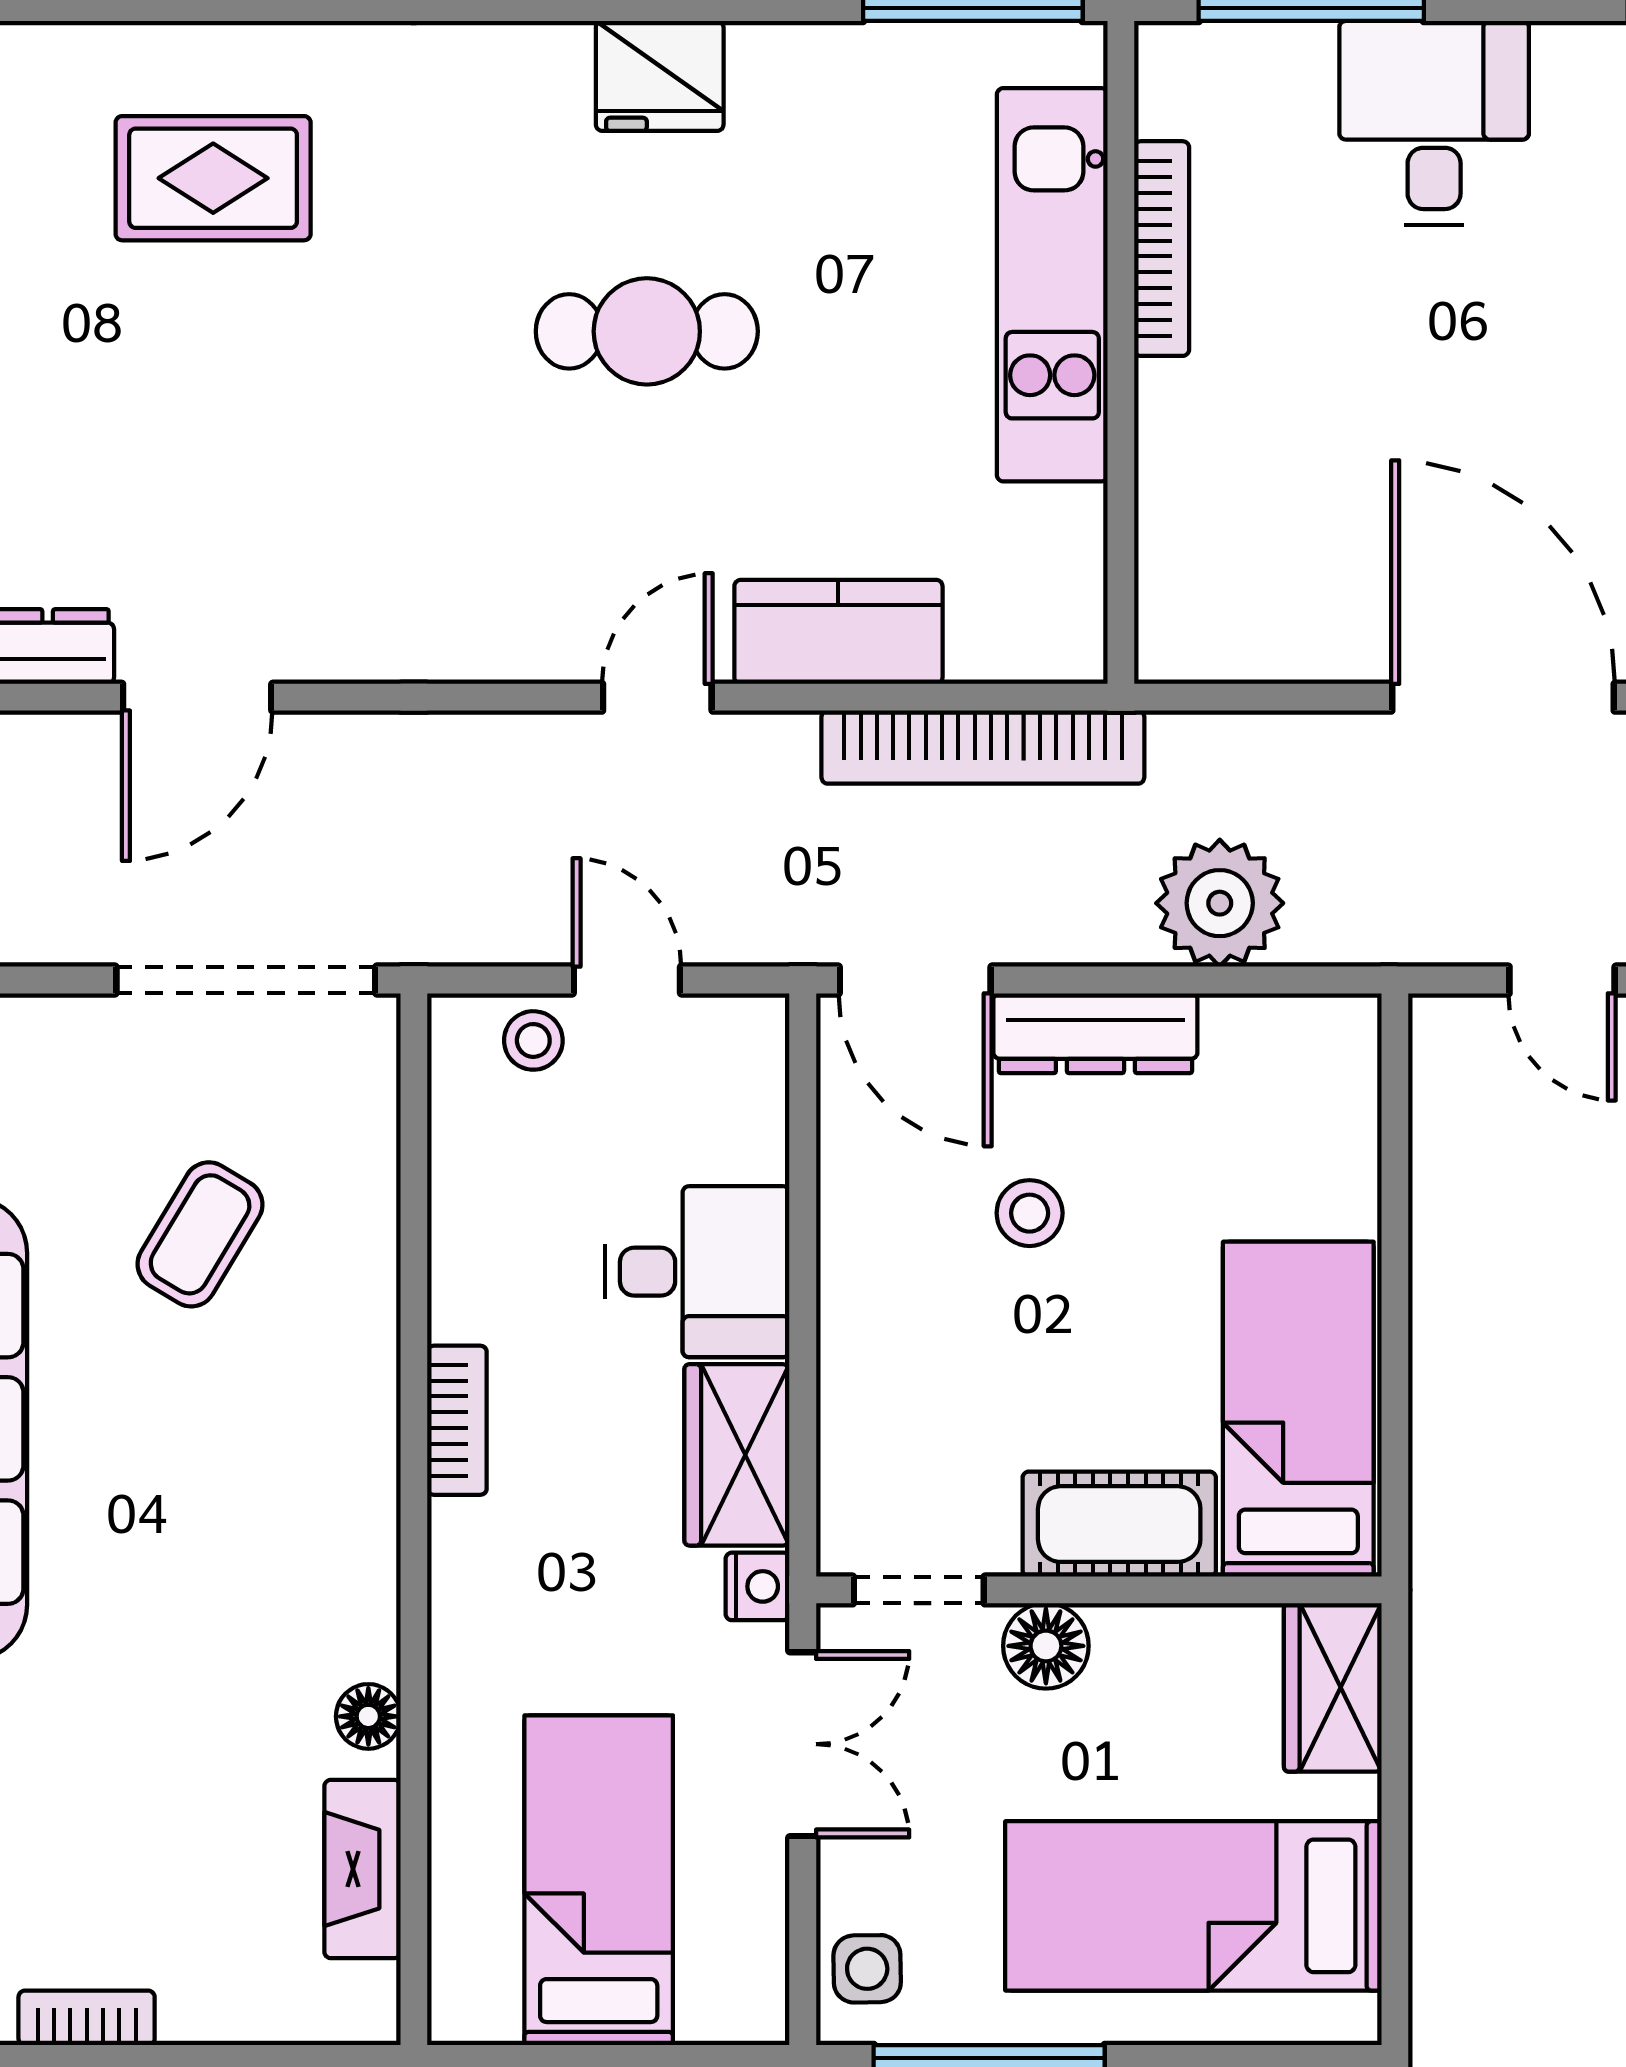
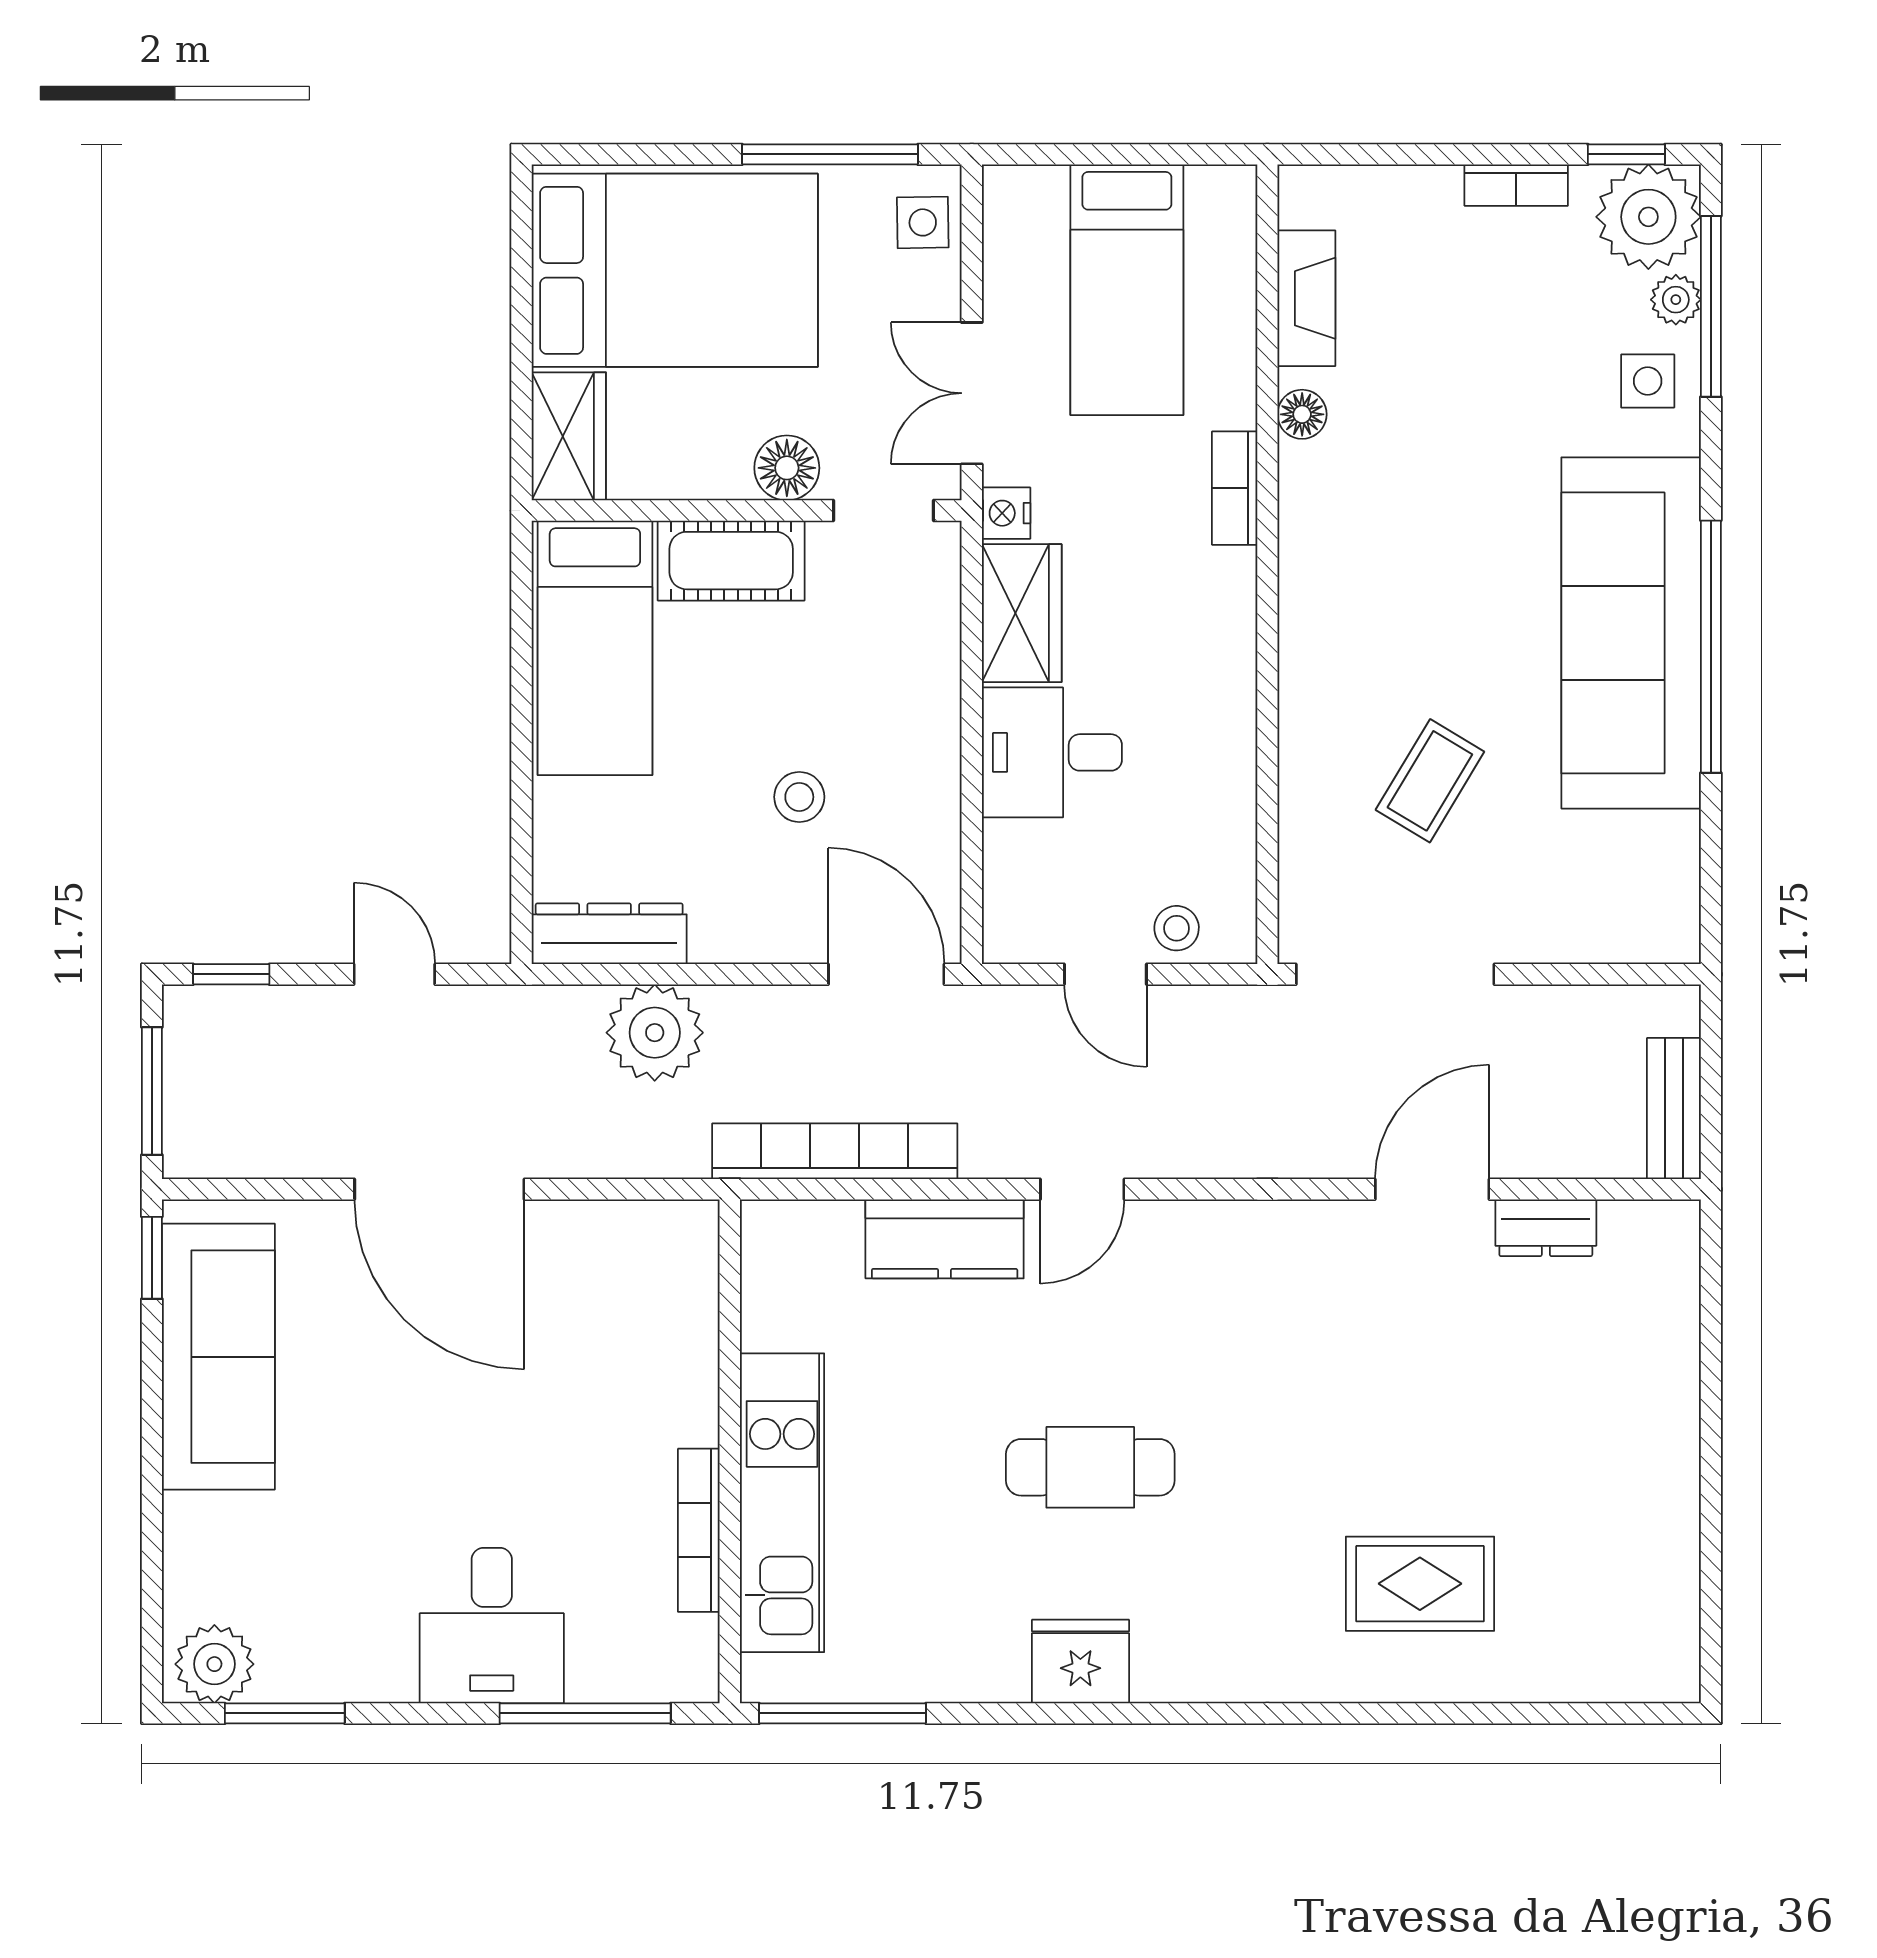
dresser: (1095, 1033) -> (609, 934), moved
bookcase: (457, 1420) -> (1235, 488), moved
bed: (1193, 1906) -> (675, 270), width x1.50

